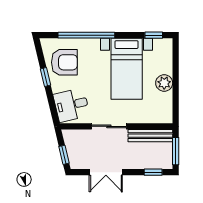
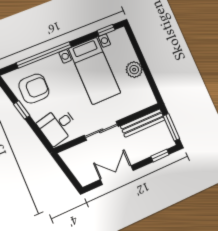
window: (64, 155) -> (71, 176), removed
double door: (106, 172) -> (117, 175), swing flipped

